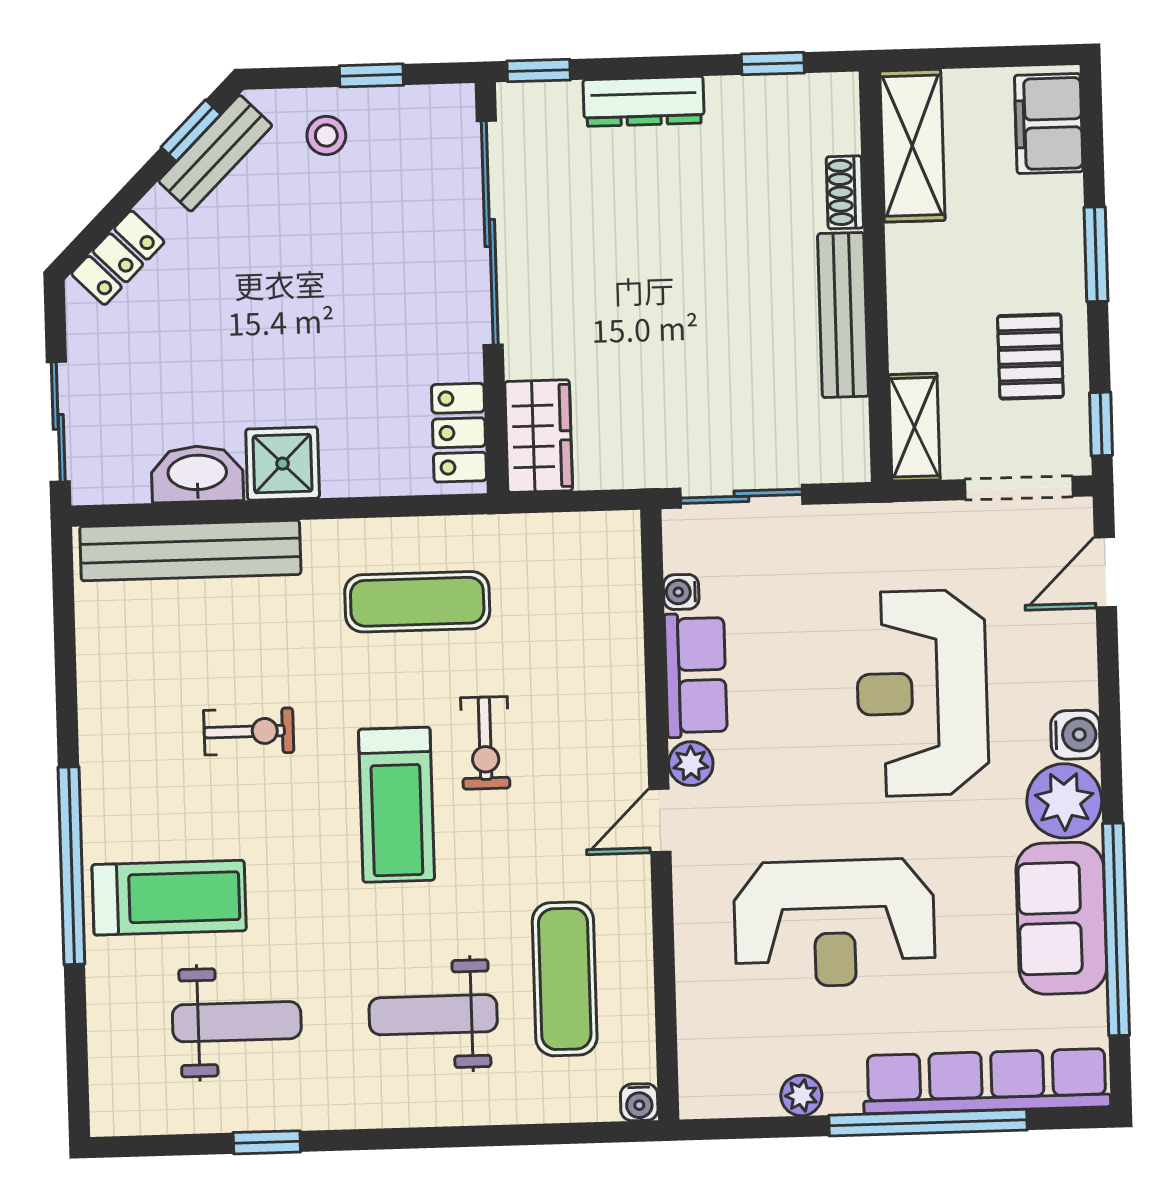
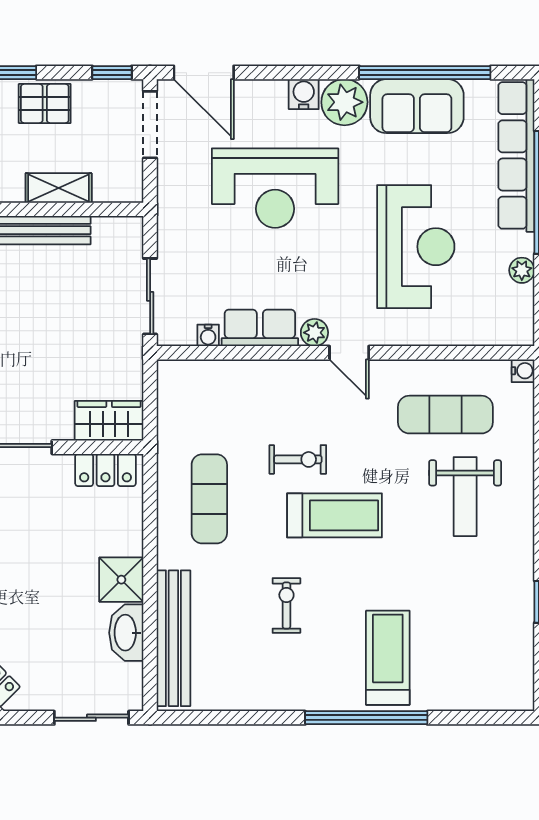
pallet: (1030, 356) -> (45, 104), moved
shelving: (914, 427) -> (59, 188), moved
door: (1105, 572) -> (204, 73), width x1.38
weight bench: (237, 1022) -> (466, 618), removed

